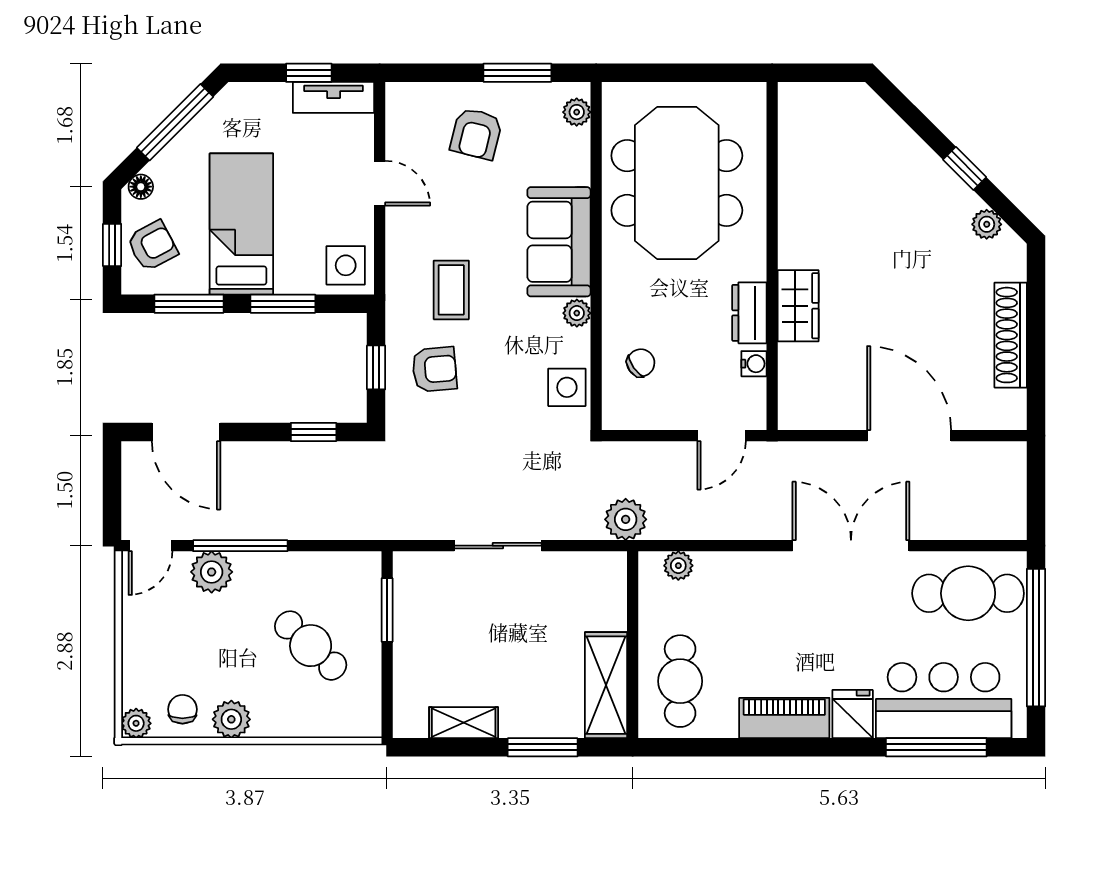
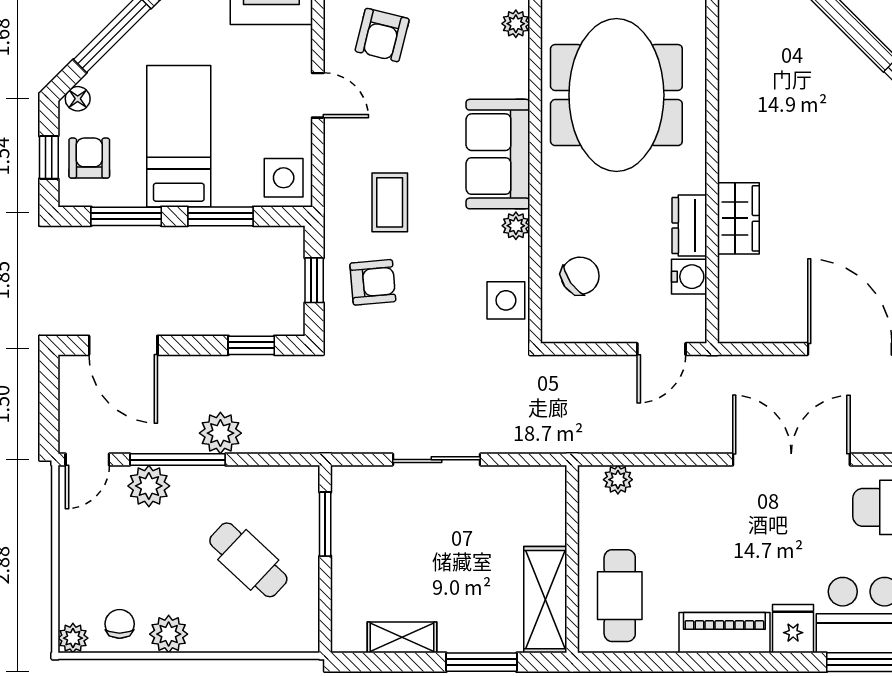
armchair: (476, 134) -> (382, 35), moved
armchair: (152, 246) -> (89, 158), turned -62
chair: (641, 363) -> (580, 276), width x1.37, depth x1.37
water cooler: (754, 364) -> (689, 277), width x1.38, depth x1.38
plant: (626, 519) -> (220, 433), moved

